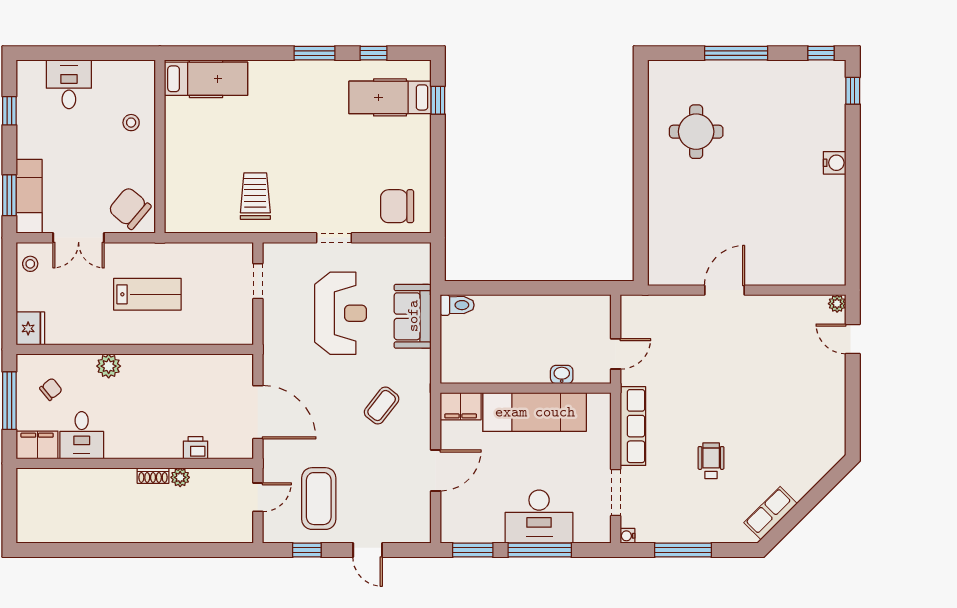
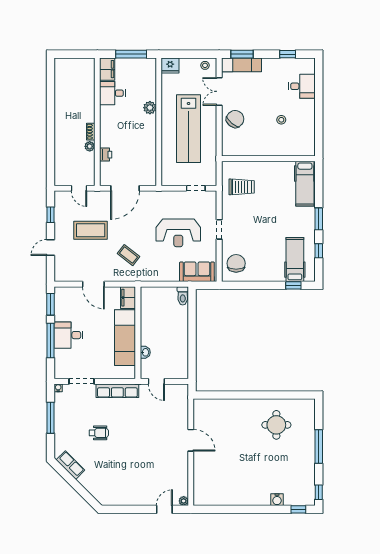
hospital bed: (206, 79) -> (305, 184), moved
wall: (160, 147) -> (268, 159), moved
water cooler: (835, 163) -> (277, 500), moved
lab bench: (147, 294) -> (189, 129), width x1.86, depth x1.39
sofa: (413, 316) -> (197, 272), moved
chair: (51, 389) -> (137, 77), removed
coffee table: (319, 499) -> (91, 230), moved
desk: (539, 517) -> (69, 335), width x0.73

